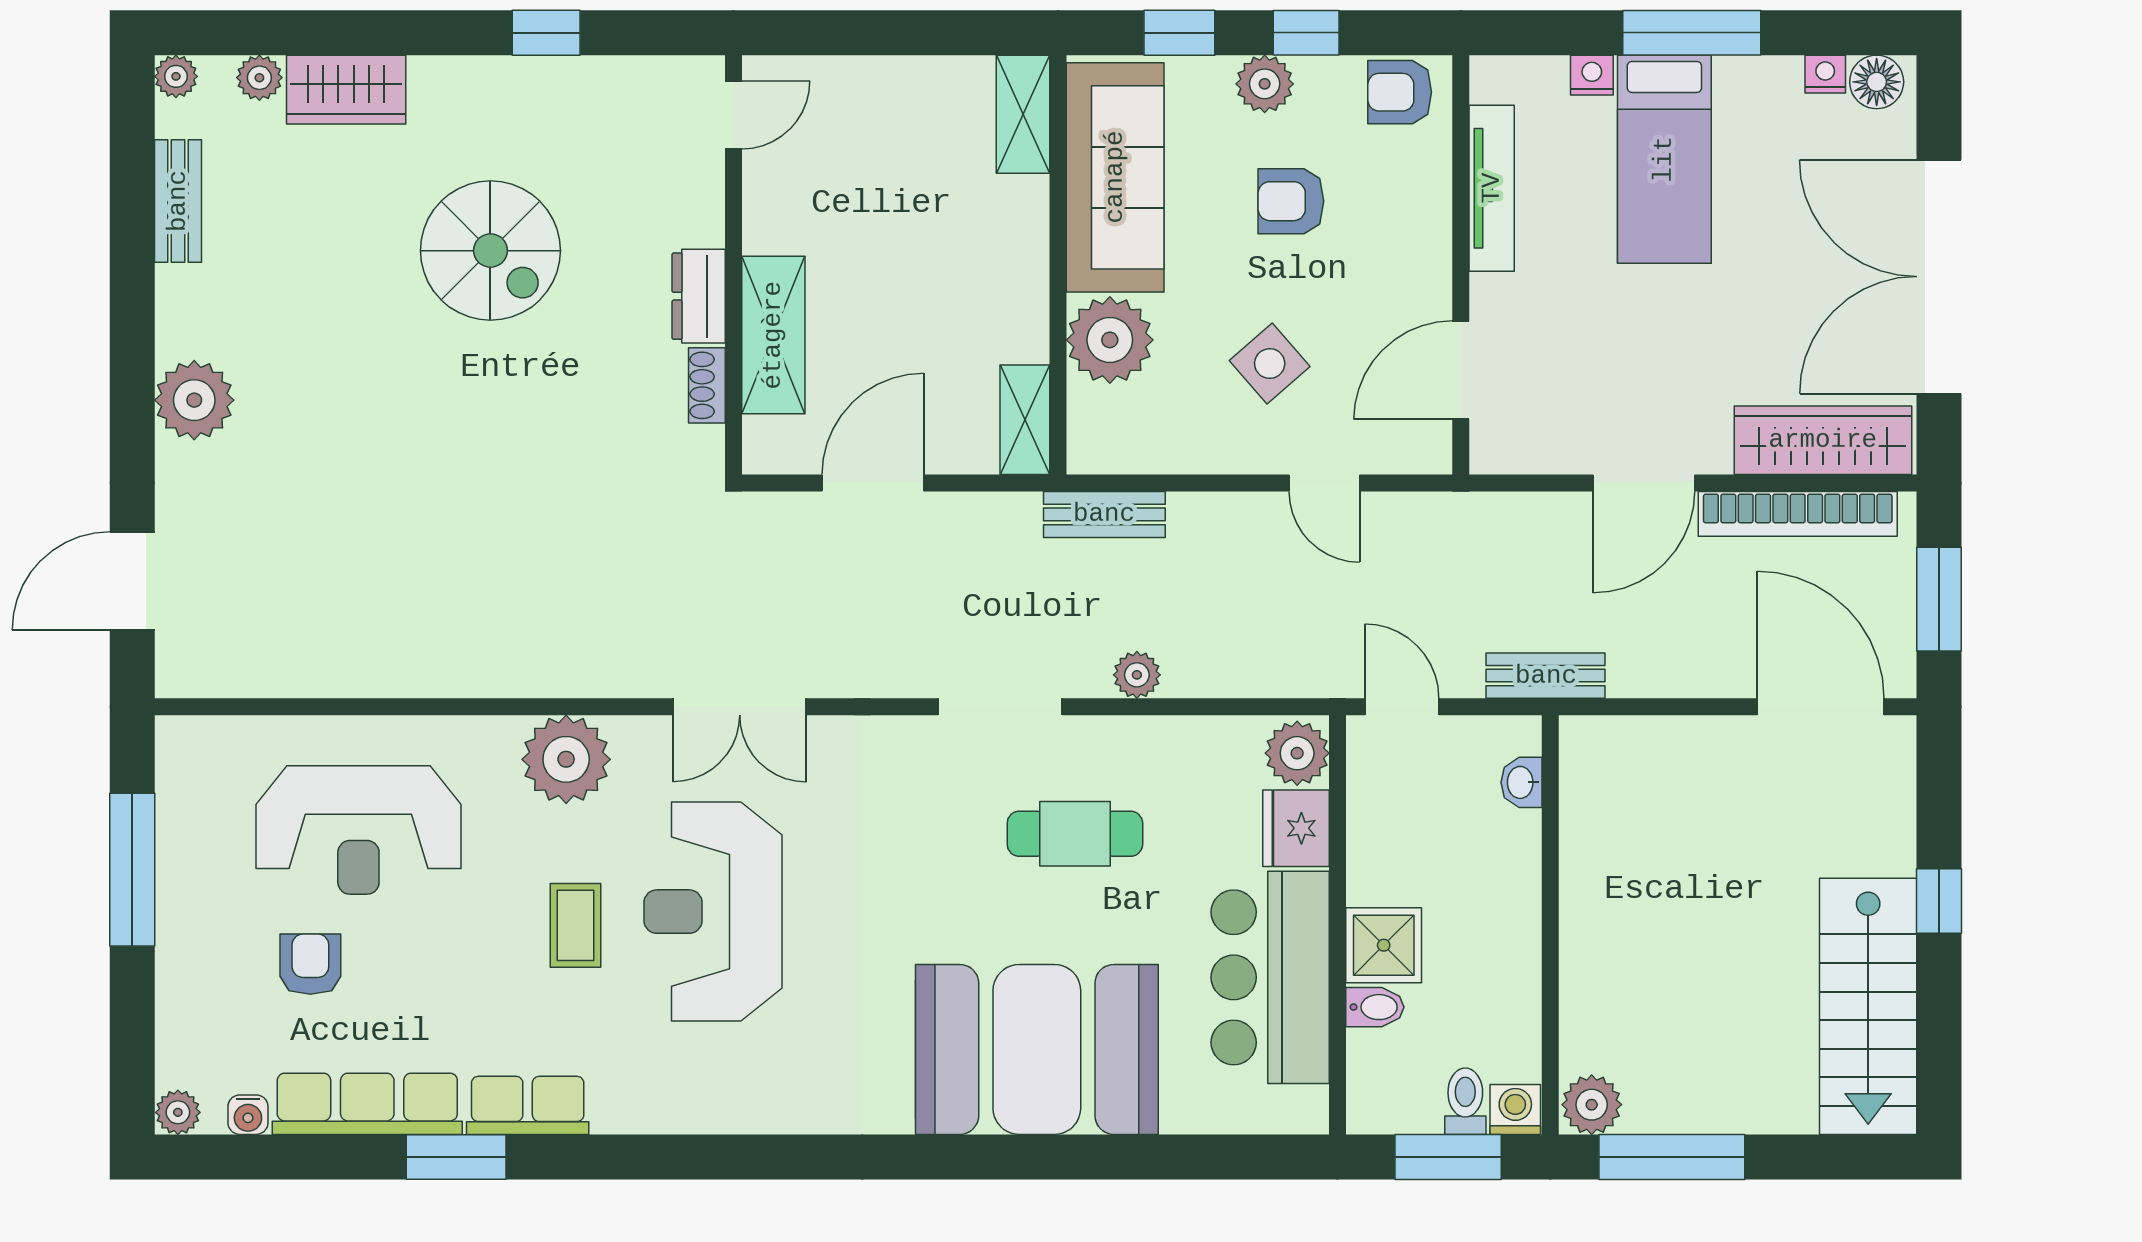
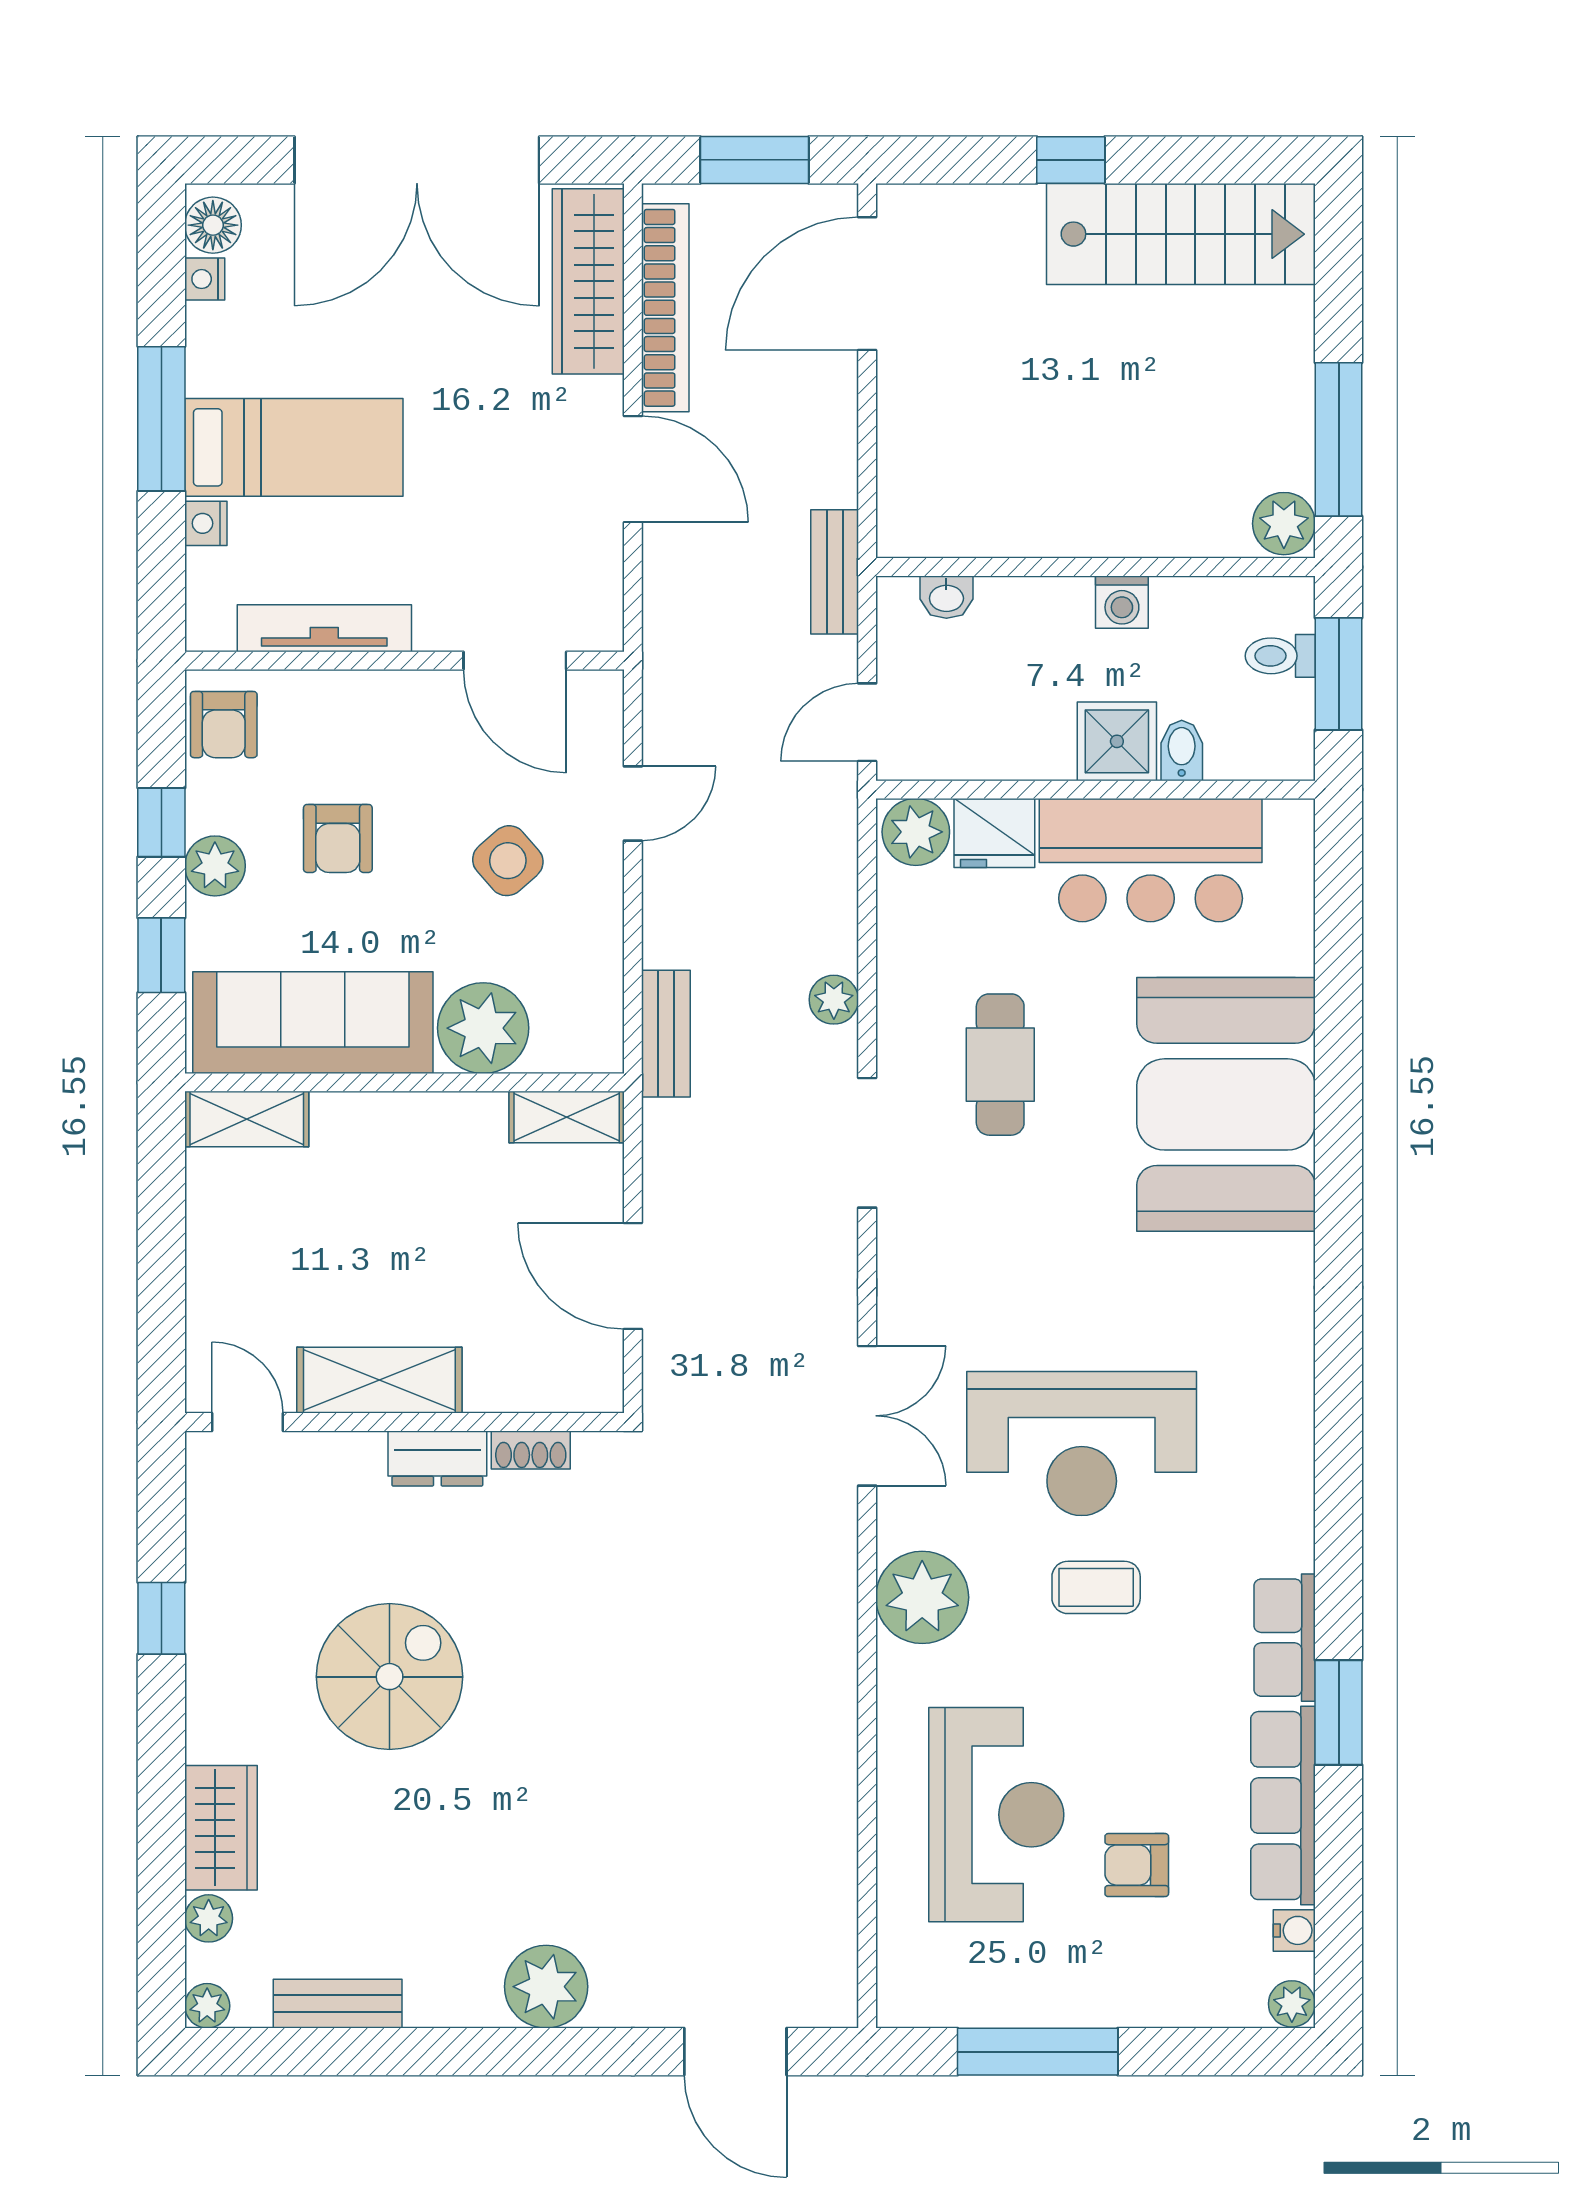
shelving: (773, 335) -> (379, 1380), moved
washing machine: (1515, 1109) -> (1122, 602), moved, turned -90

